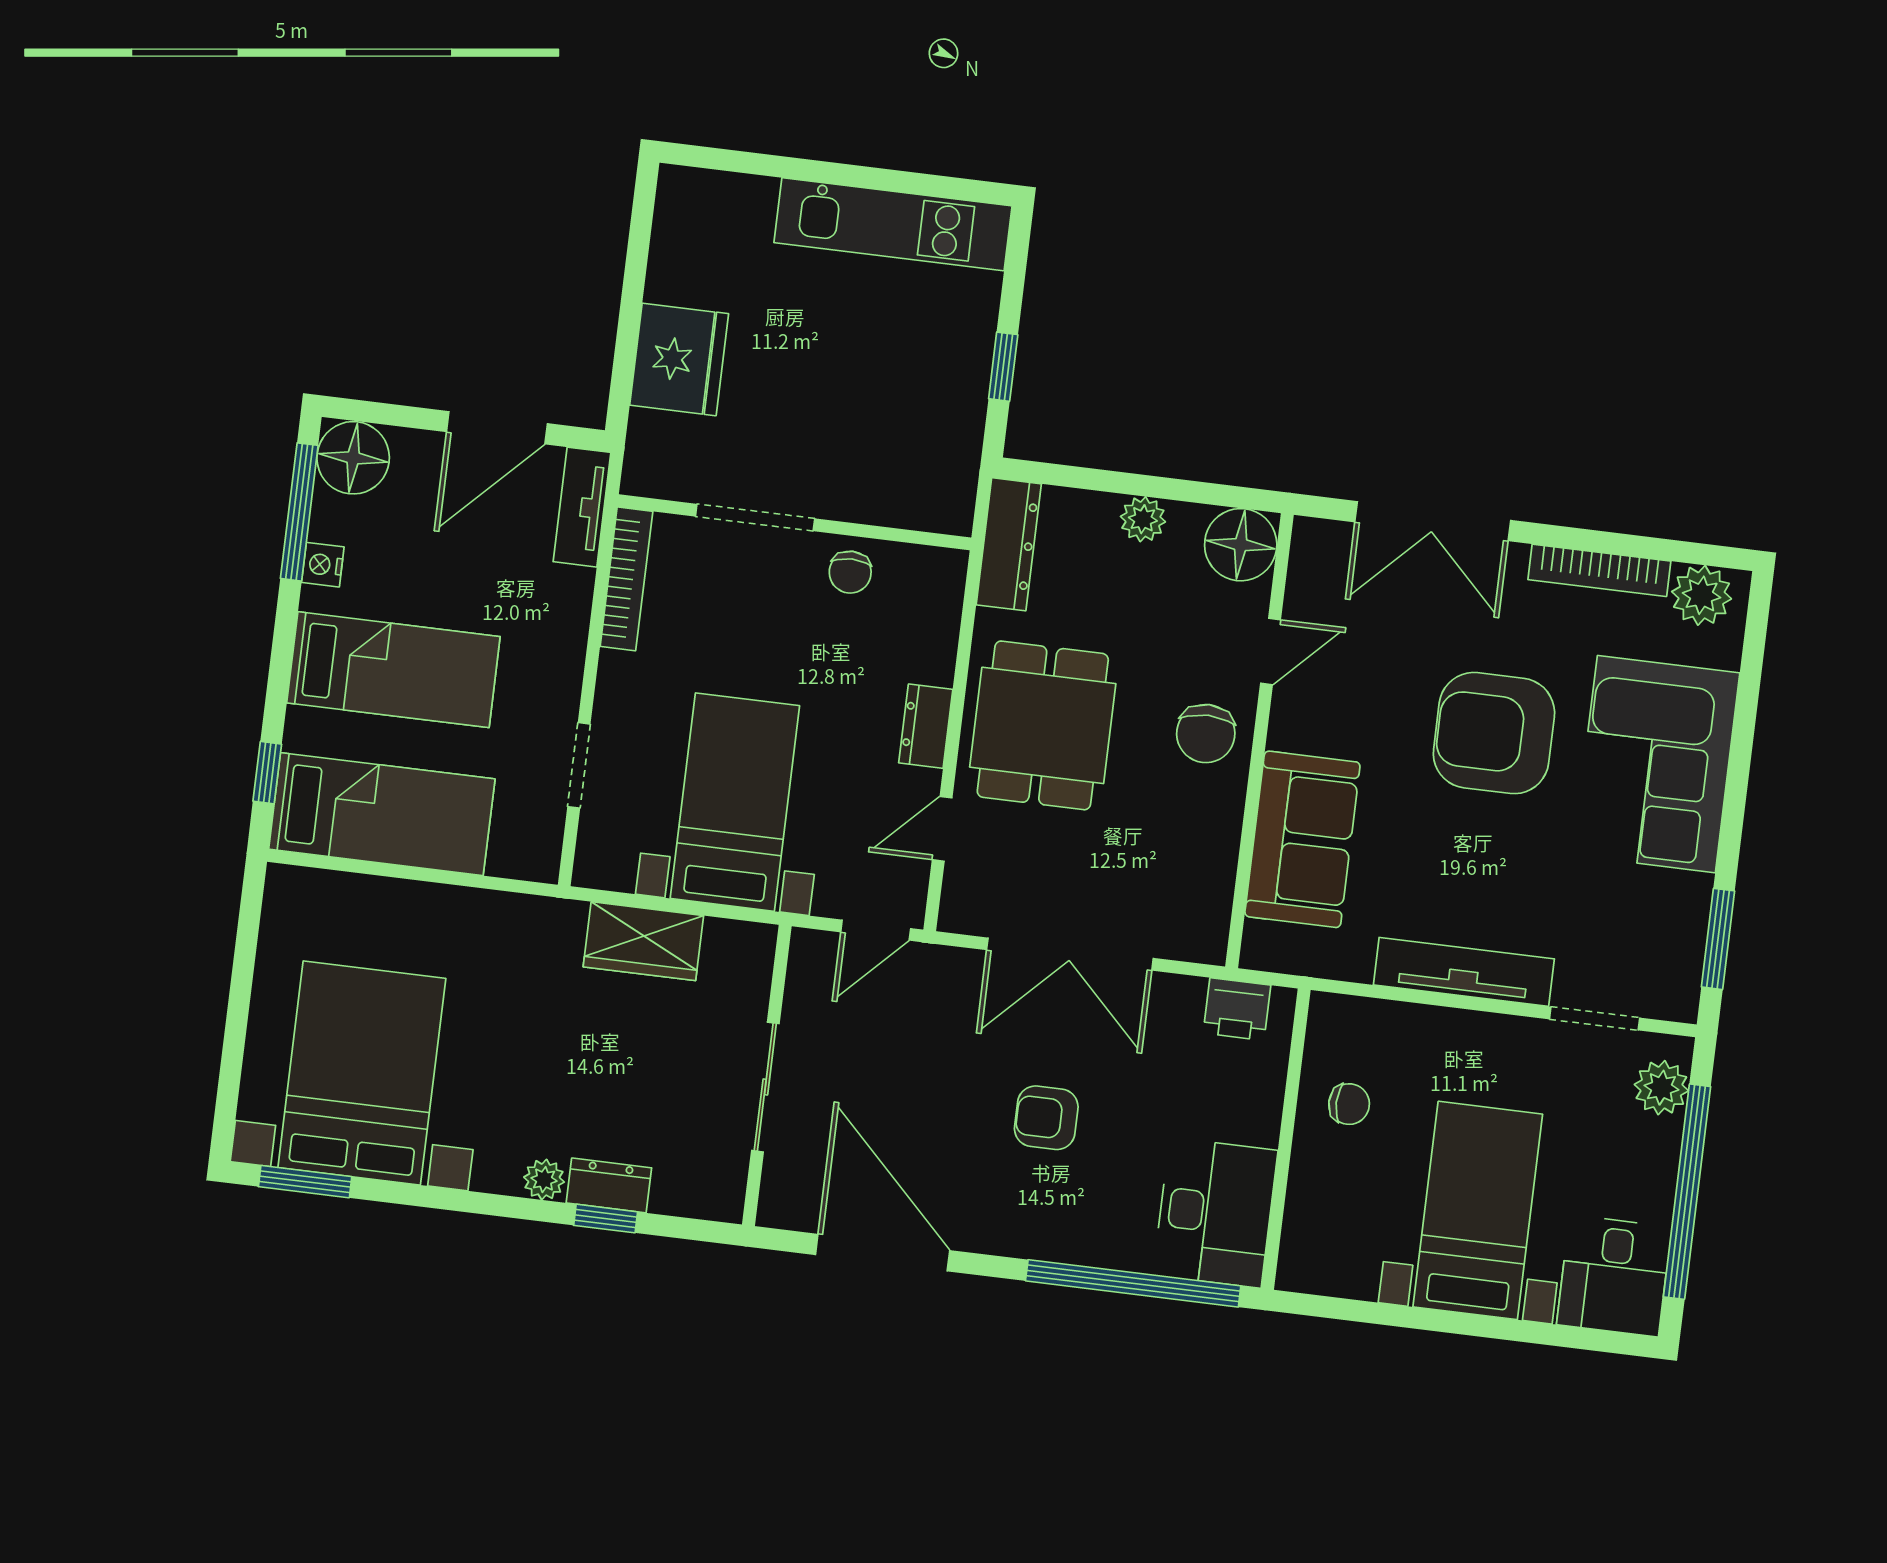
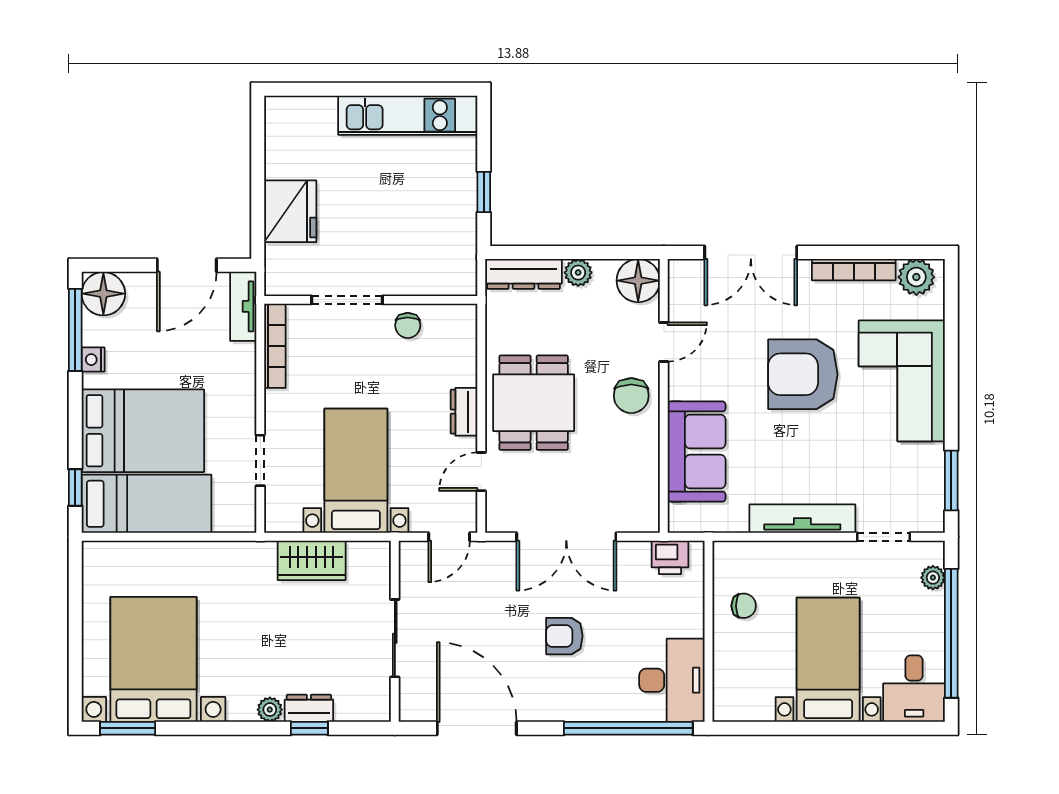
dresser: (1009, 544) -> (523, 274), moved, turned 90
bed: (393, 670) -> (143, 431), width x1.50
plant: (1661, 1088) -> (933, 578), width x0.73, depth x0.73

